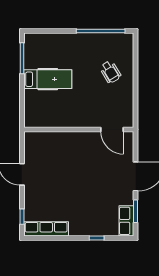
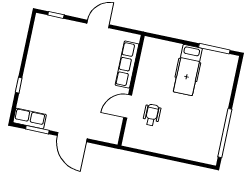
wheelchair: (110, 72) -> (152, 115), moved, turned 121
door: (112, 129) -> (128, 106), moved
row of seats: (46, 229) -> (127, 65), moved, turned 180

